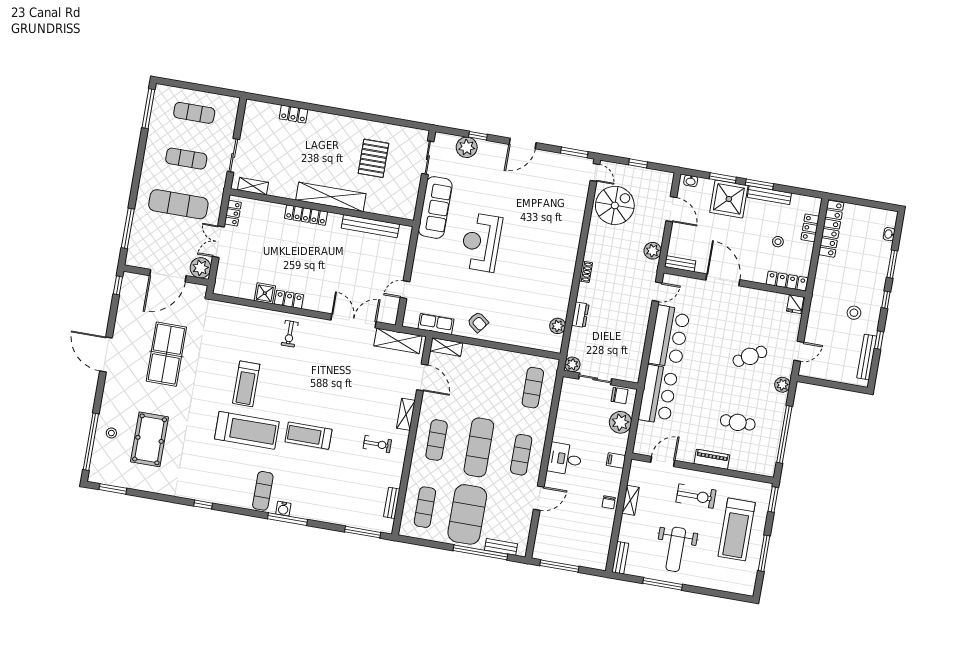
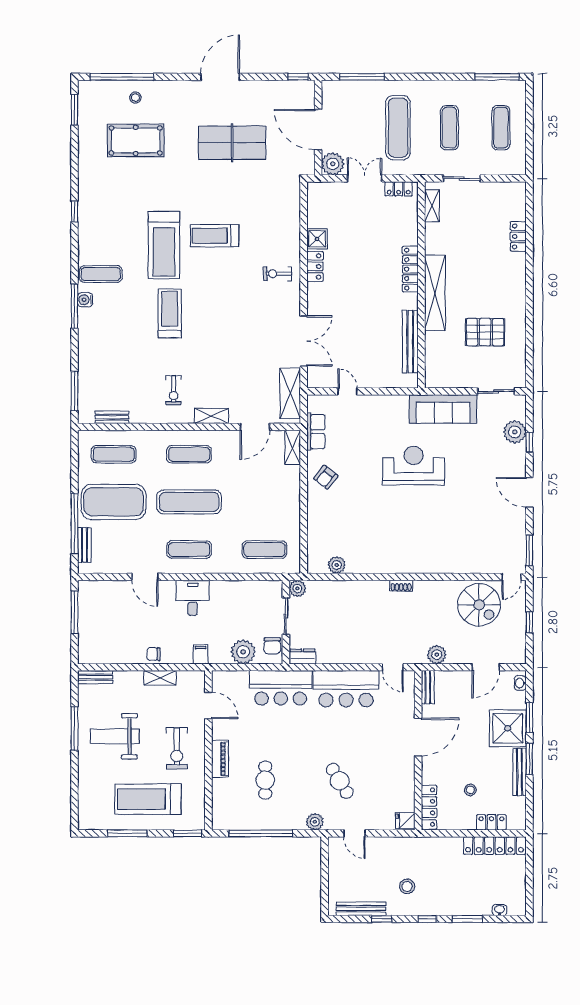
dresser: (580, 315) -> (302, 657), moved, turned 180

